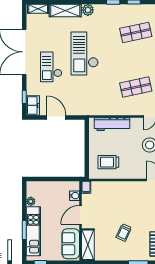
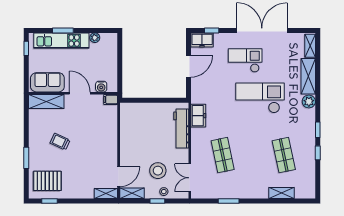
freezer: (100, 109) -> (198, 116), added
trolley: (108, 162) -> (139, 125), removed

